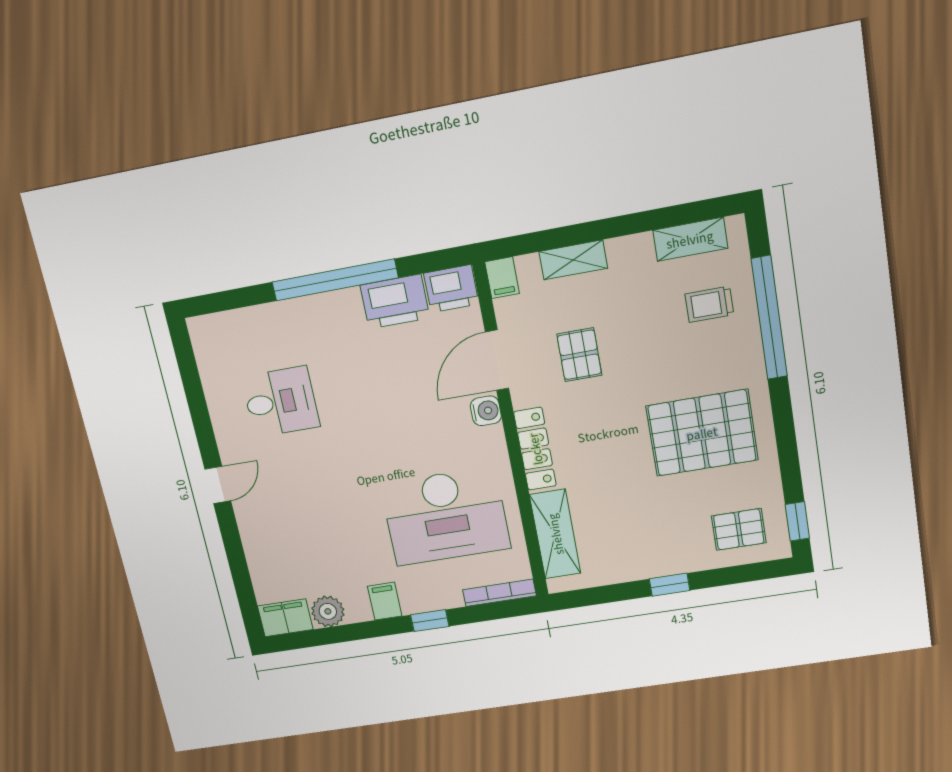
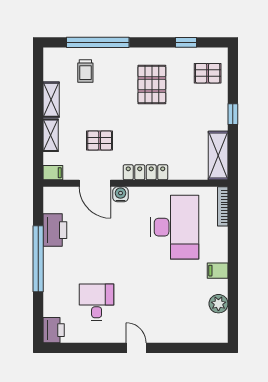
shelving: (690, 239) -> (51, 100), moved
printer: (451, 289) -> (54, 330), moved
pallet: (702, 433) -> (152, 84), width x0.73, depth x0.71
window: (797, 521) -> (186, 42), moved
pallet: (739, 529) -> (208, 73), turned 90
shelving: (555, 534) -> (218, 156), moved, turned 90
filing cabinet: (285, 618) -> (218, 329), removed
window: (430, 621) -> (233, 248), removed

